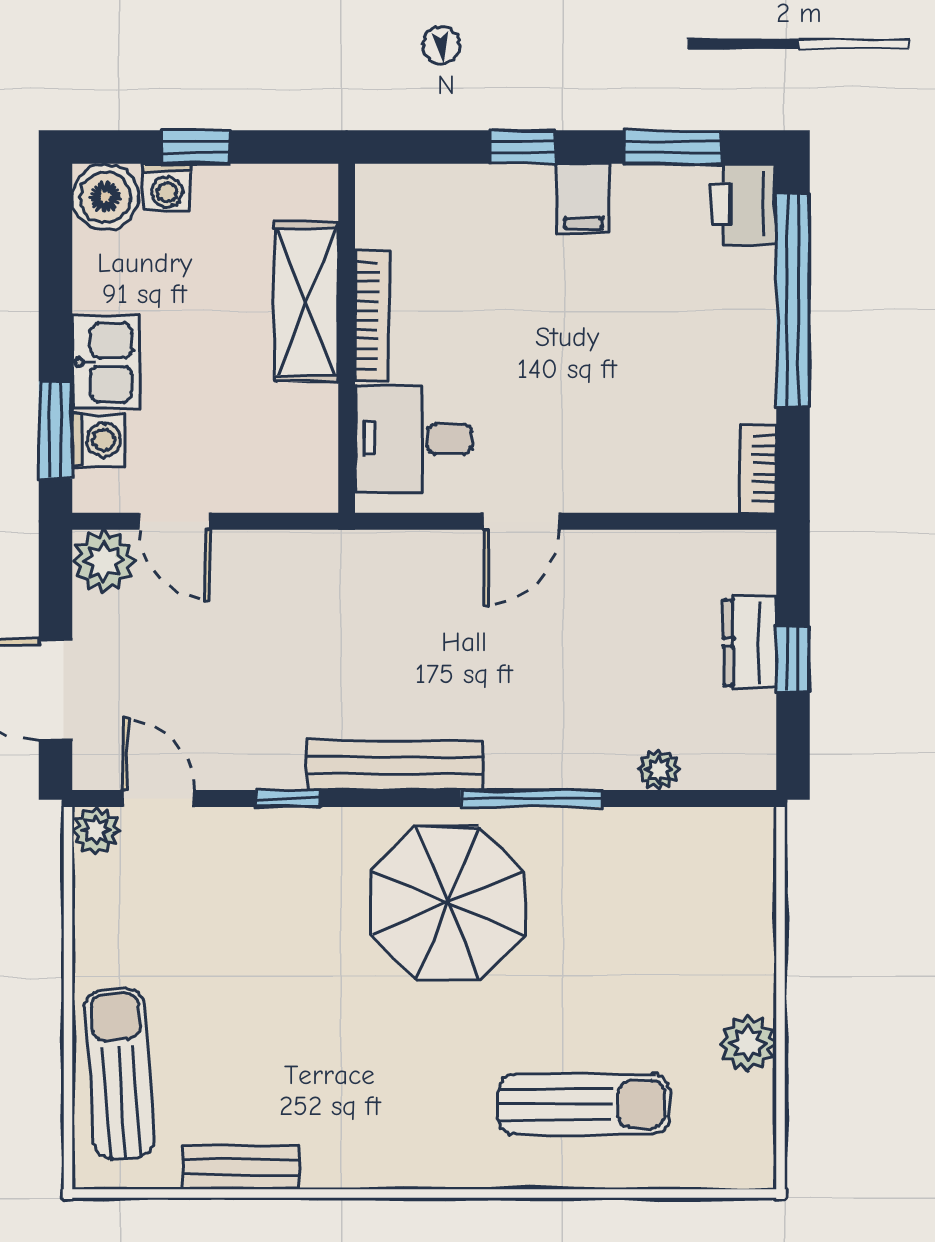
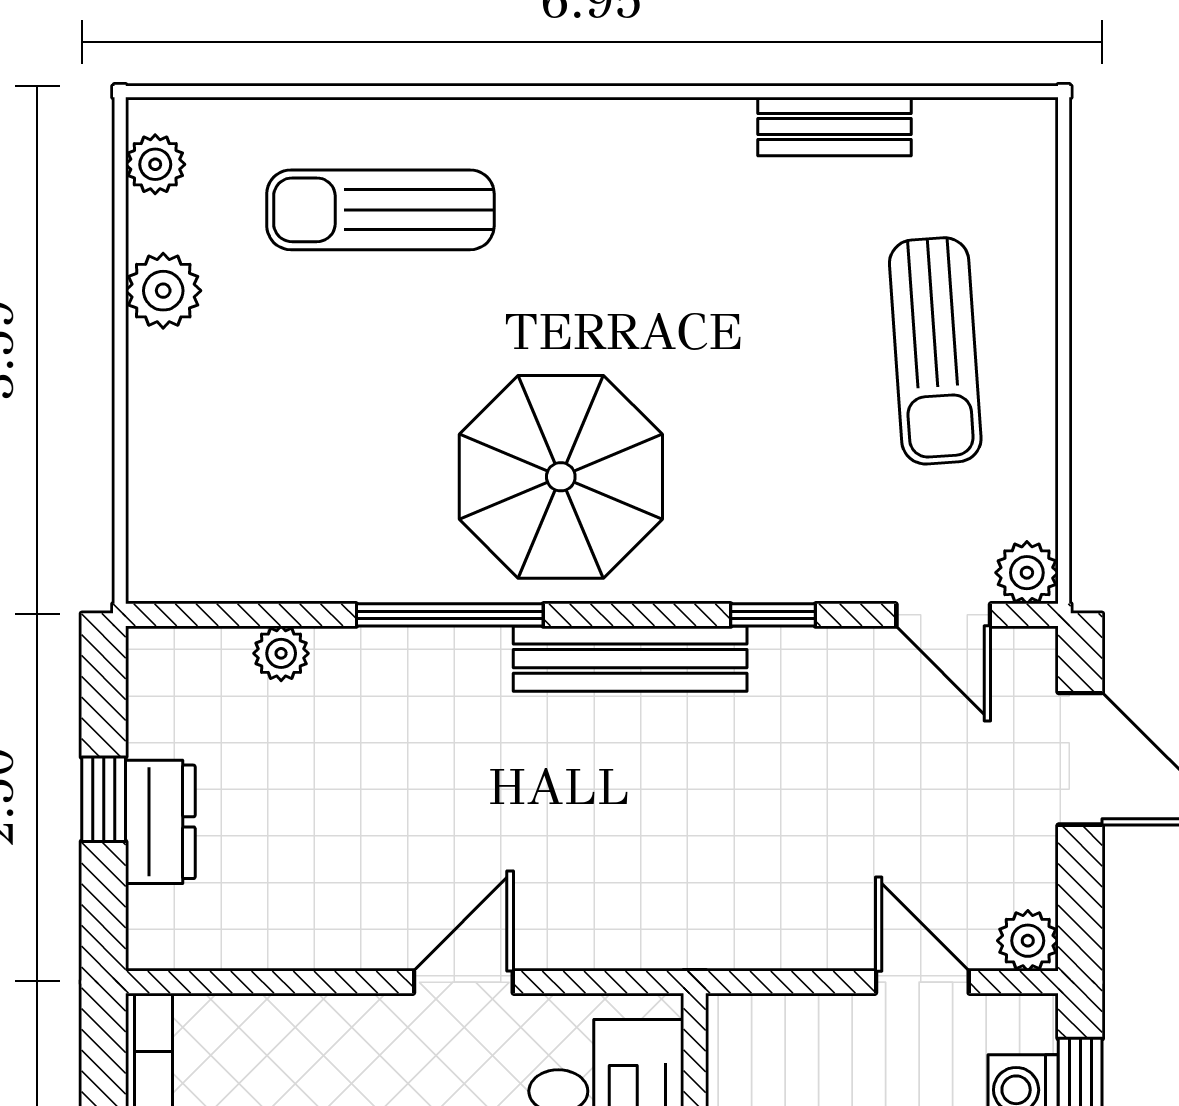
plant: (104, 561) -> (1028, 941), width x0.73, depth x0.73
sun lounger: (120, 1074) -> (935, 351), moved
plant: (754, 1139) -> (155, 164), added

